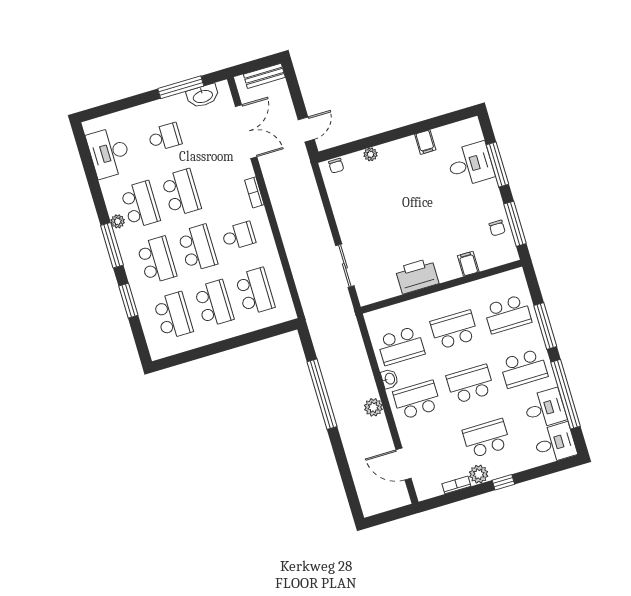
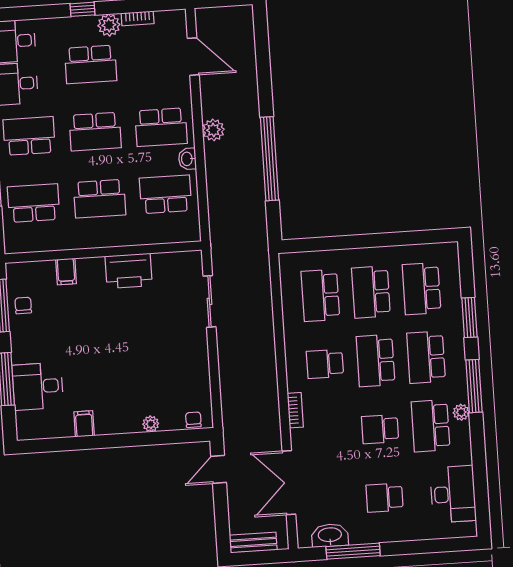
school desk: (181, 192) -> (380, 429), width x0.54

